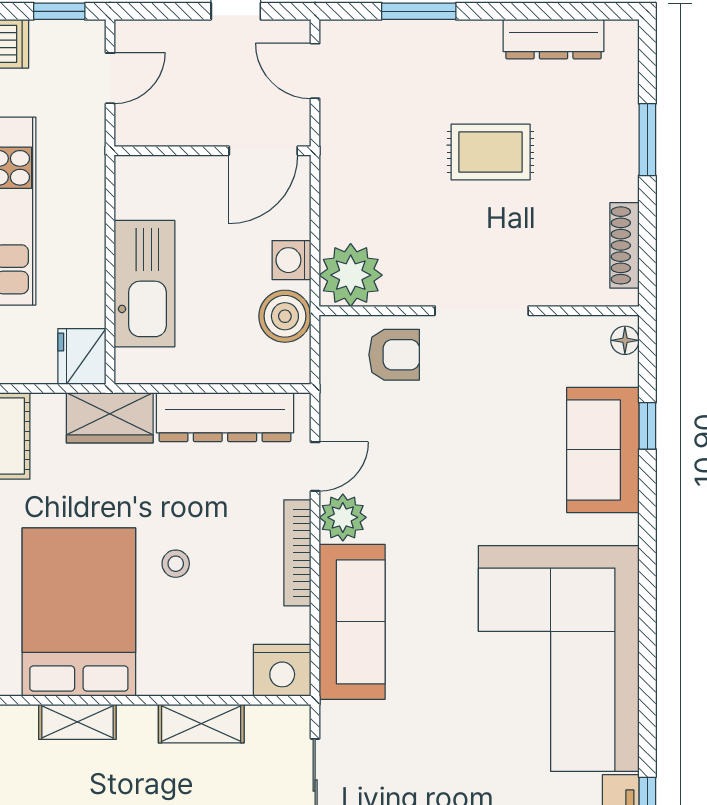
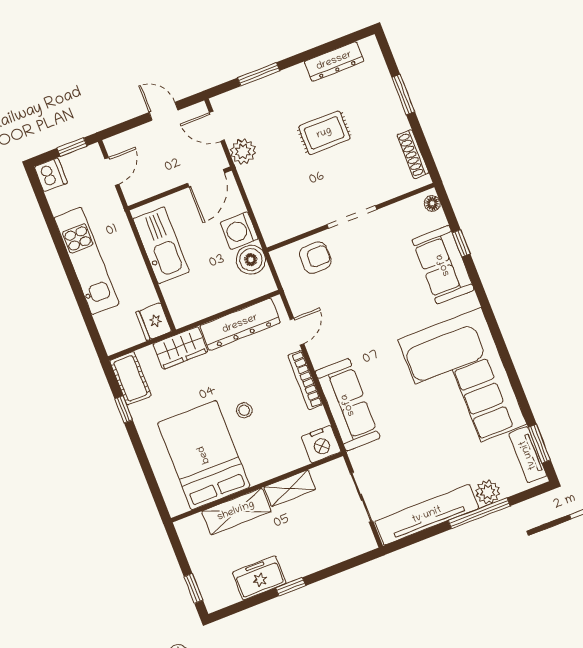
washing machine: (292, 260) -> (239, 231), width x1.38, depth x1.38
plant: (351, 275) -> (243, 151), moved, width x0.73, depth x0.73
kitchen sink: (144, 284) -> (161, 245), moved
plant: (343, 517) -> (322, 352), removed
shelving: (77, 722) -> (236, 511), width x1.50, depth x1.33

